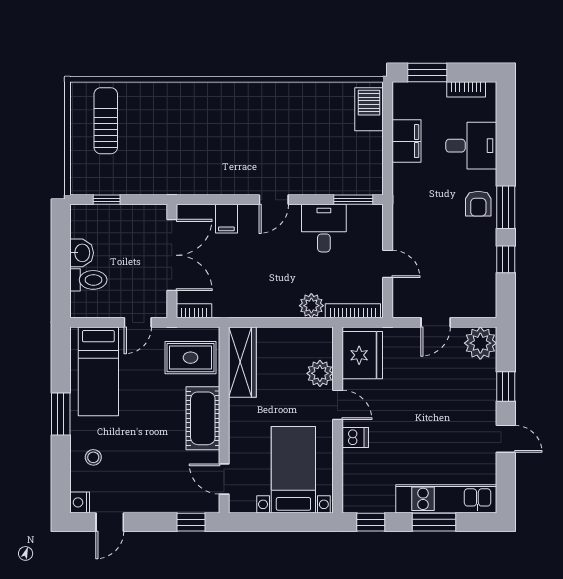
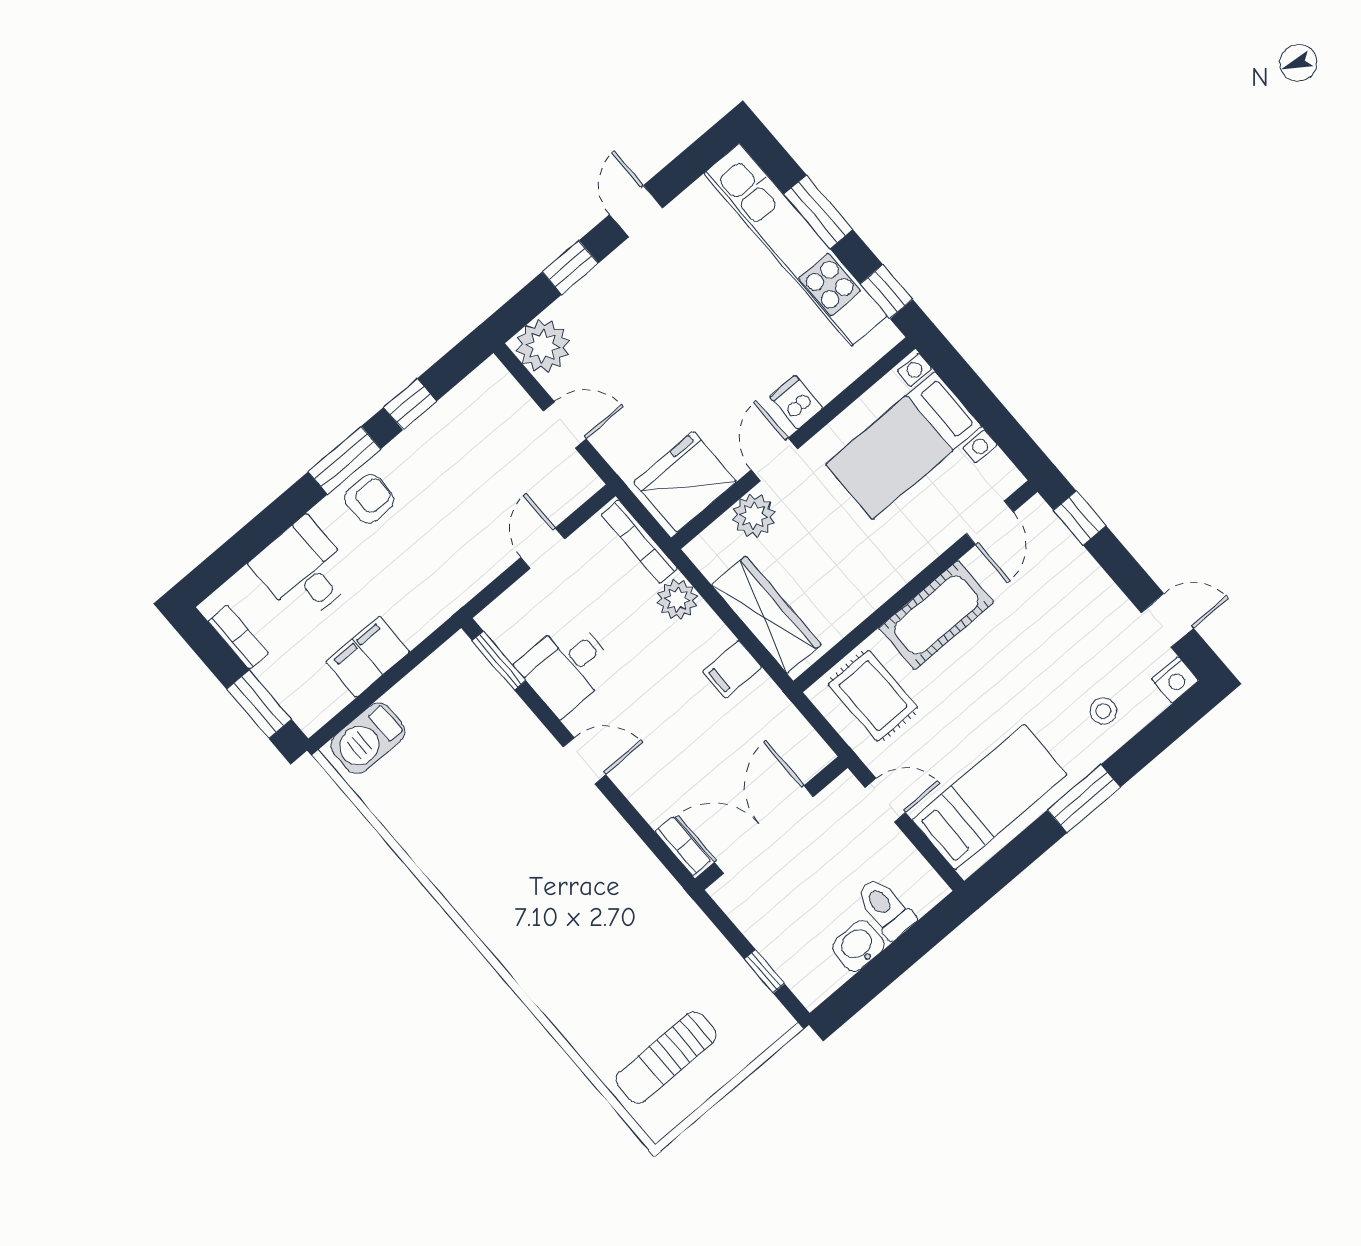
filing cabinet: (226, 219) -> (732, 669), moved, turned 180
bookcase: (194, 311) -> (683, 846), moved, turned 180
wardrobe: (242, 362) -> (766, 615), moved, turned 90
kitchen unit: (446, 499) -> (796, 245), width x1.36

